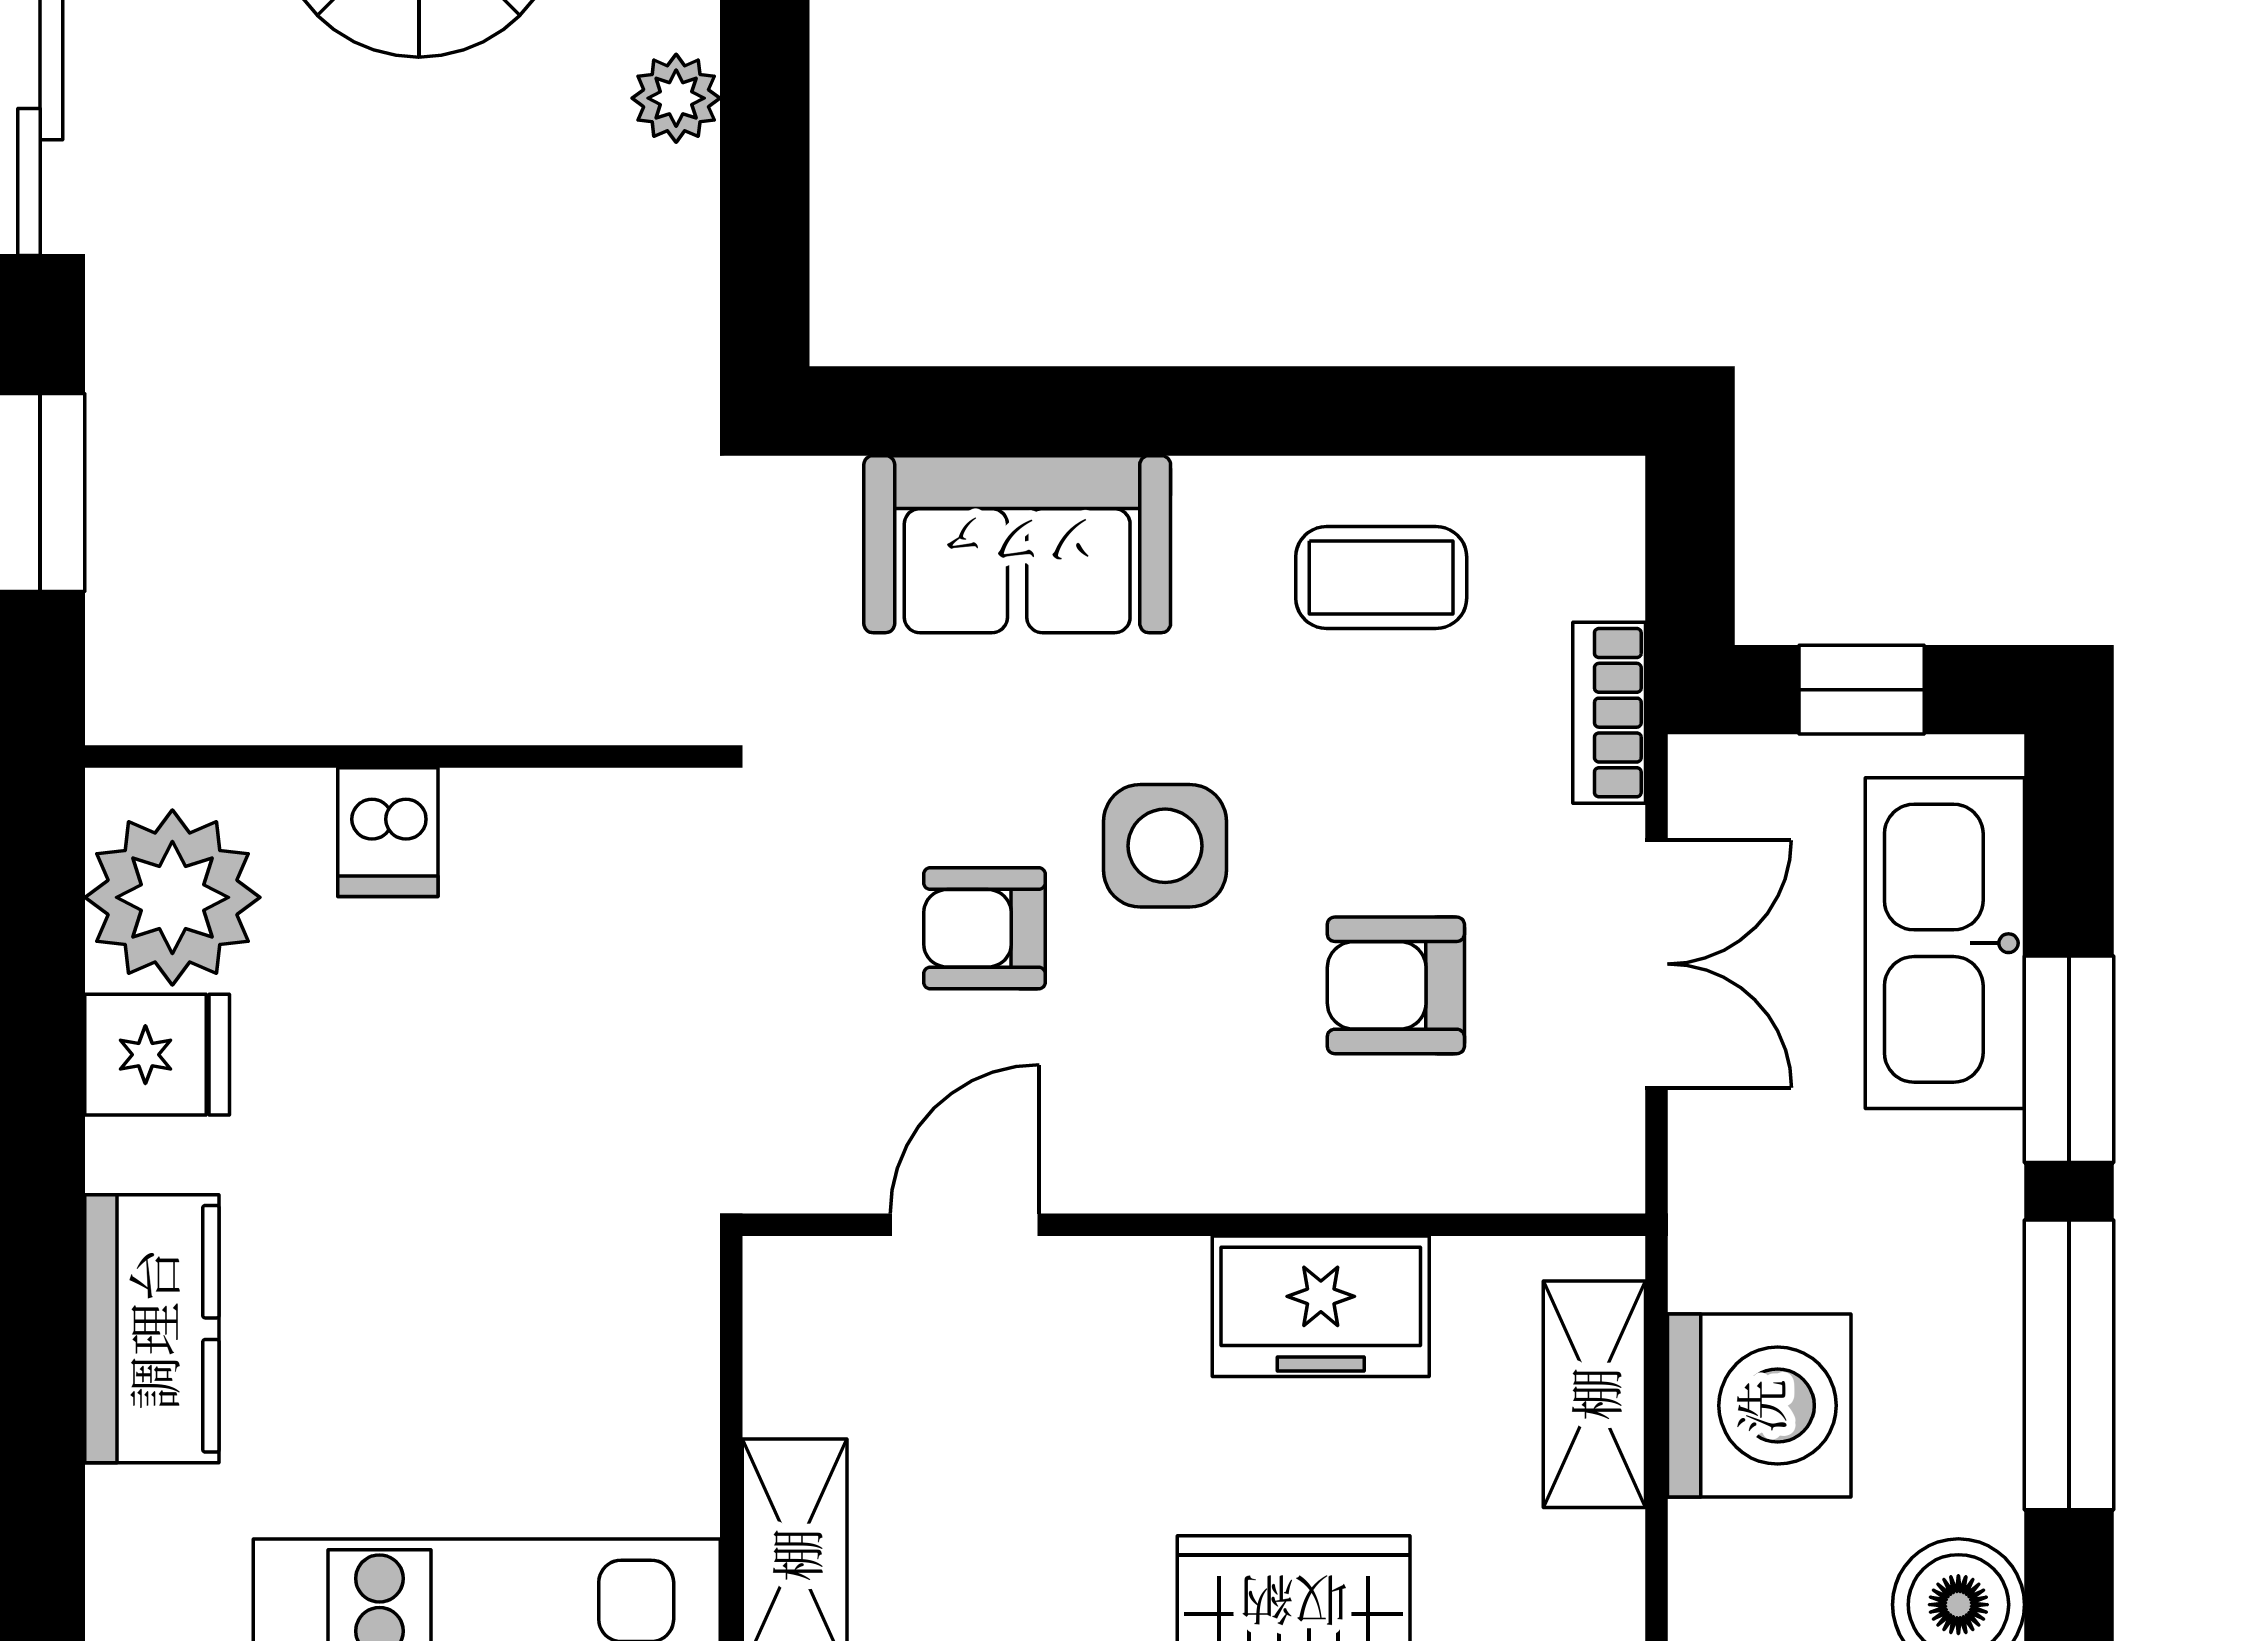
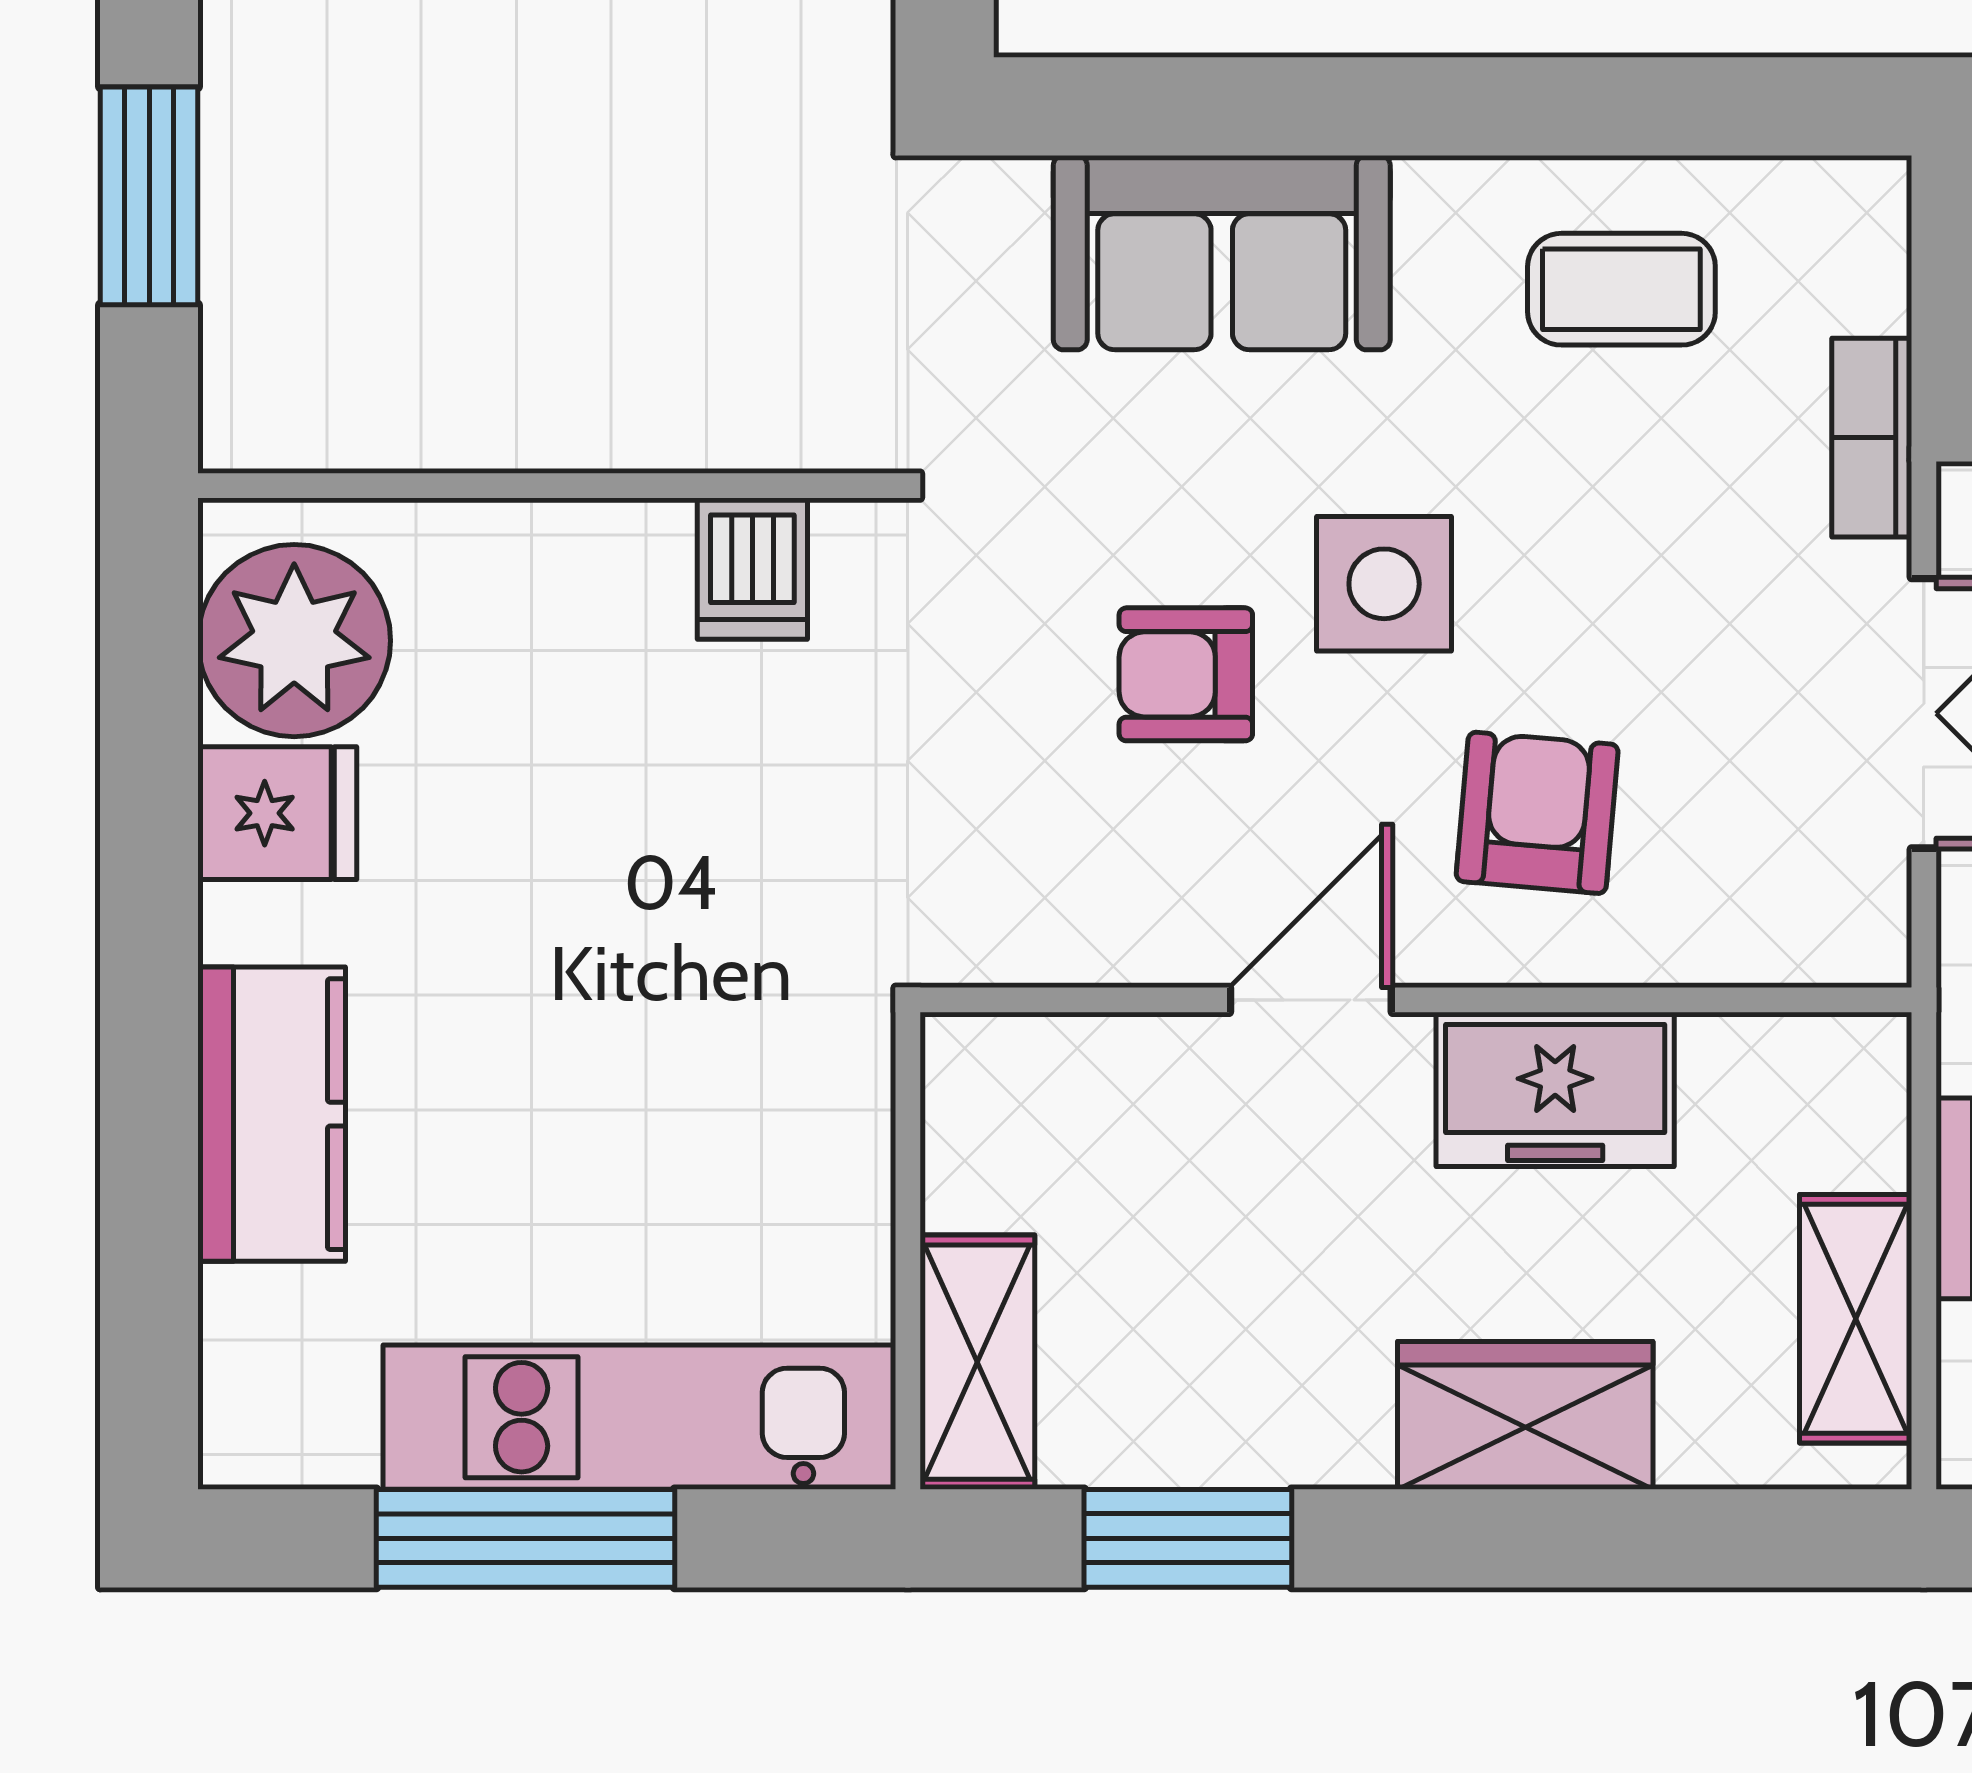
dishwasher: (388, 832) -> (752, 569), moved
armchair: (1396, 985) -> (1537, 813), moved, turned 95
door: (965, 1225) -> (1311, 1000), moved
shelving: (1594, 1394) -> (1856, 1319), moved

